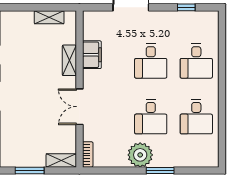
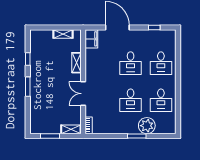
filing cabinet: (92, 55) -> (91, 39), moved
plant: (140, 155) -> (147, 126), moved

